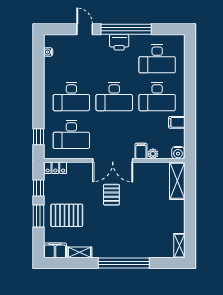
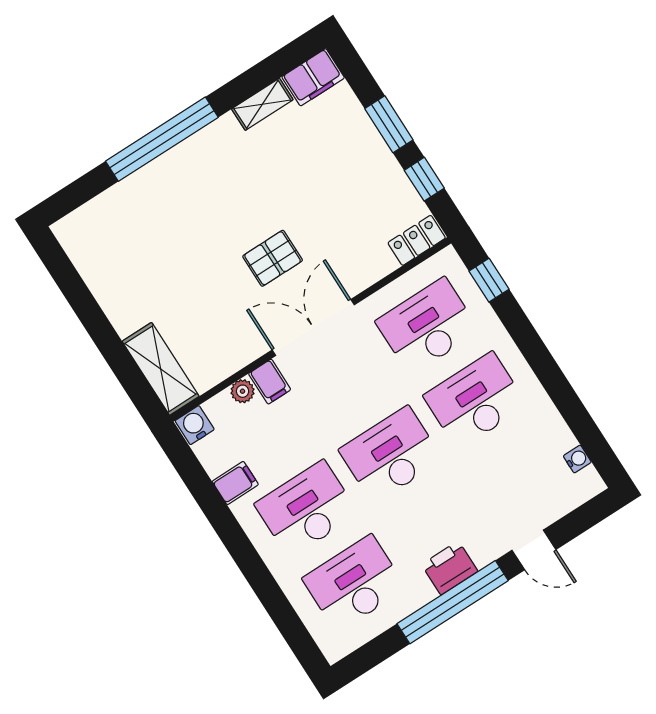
pallet: (111, 195) -> (273, 258), turned 90
pallet: (67, 215) -> (334, 161), removed
shelving: (179, 246) -> (75, 244), removed

